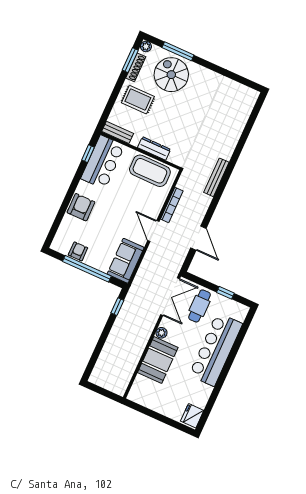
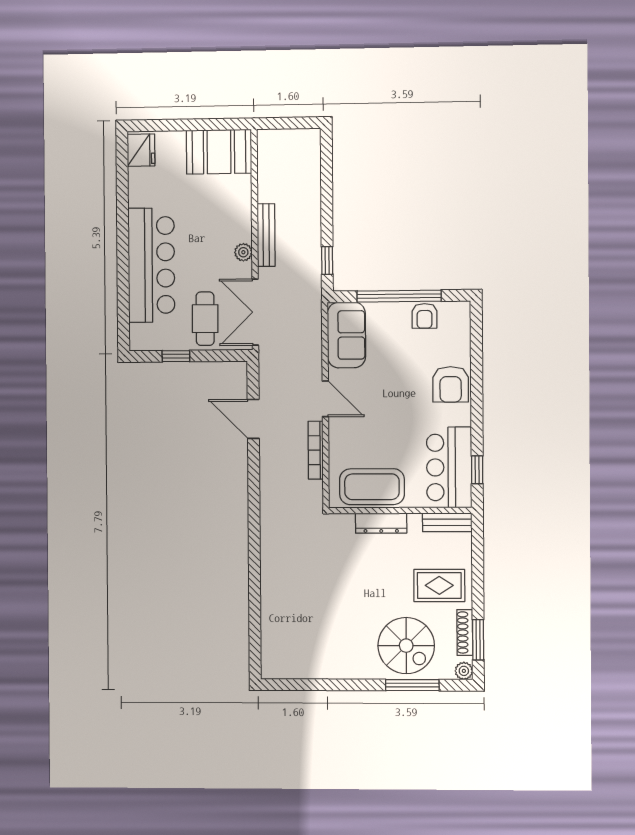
bench: (216, 177) -> (266, 235), moved
booth: (158, 360) -> (219, 152), moved, turned 90

